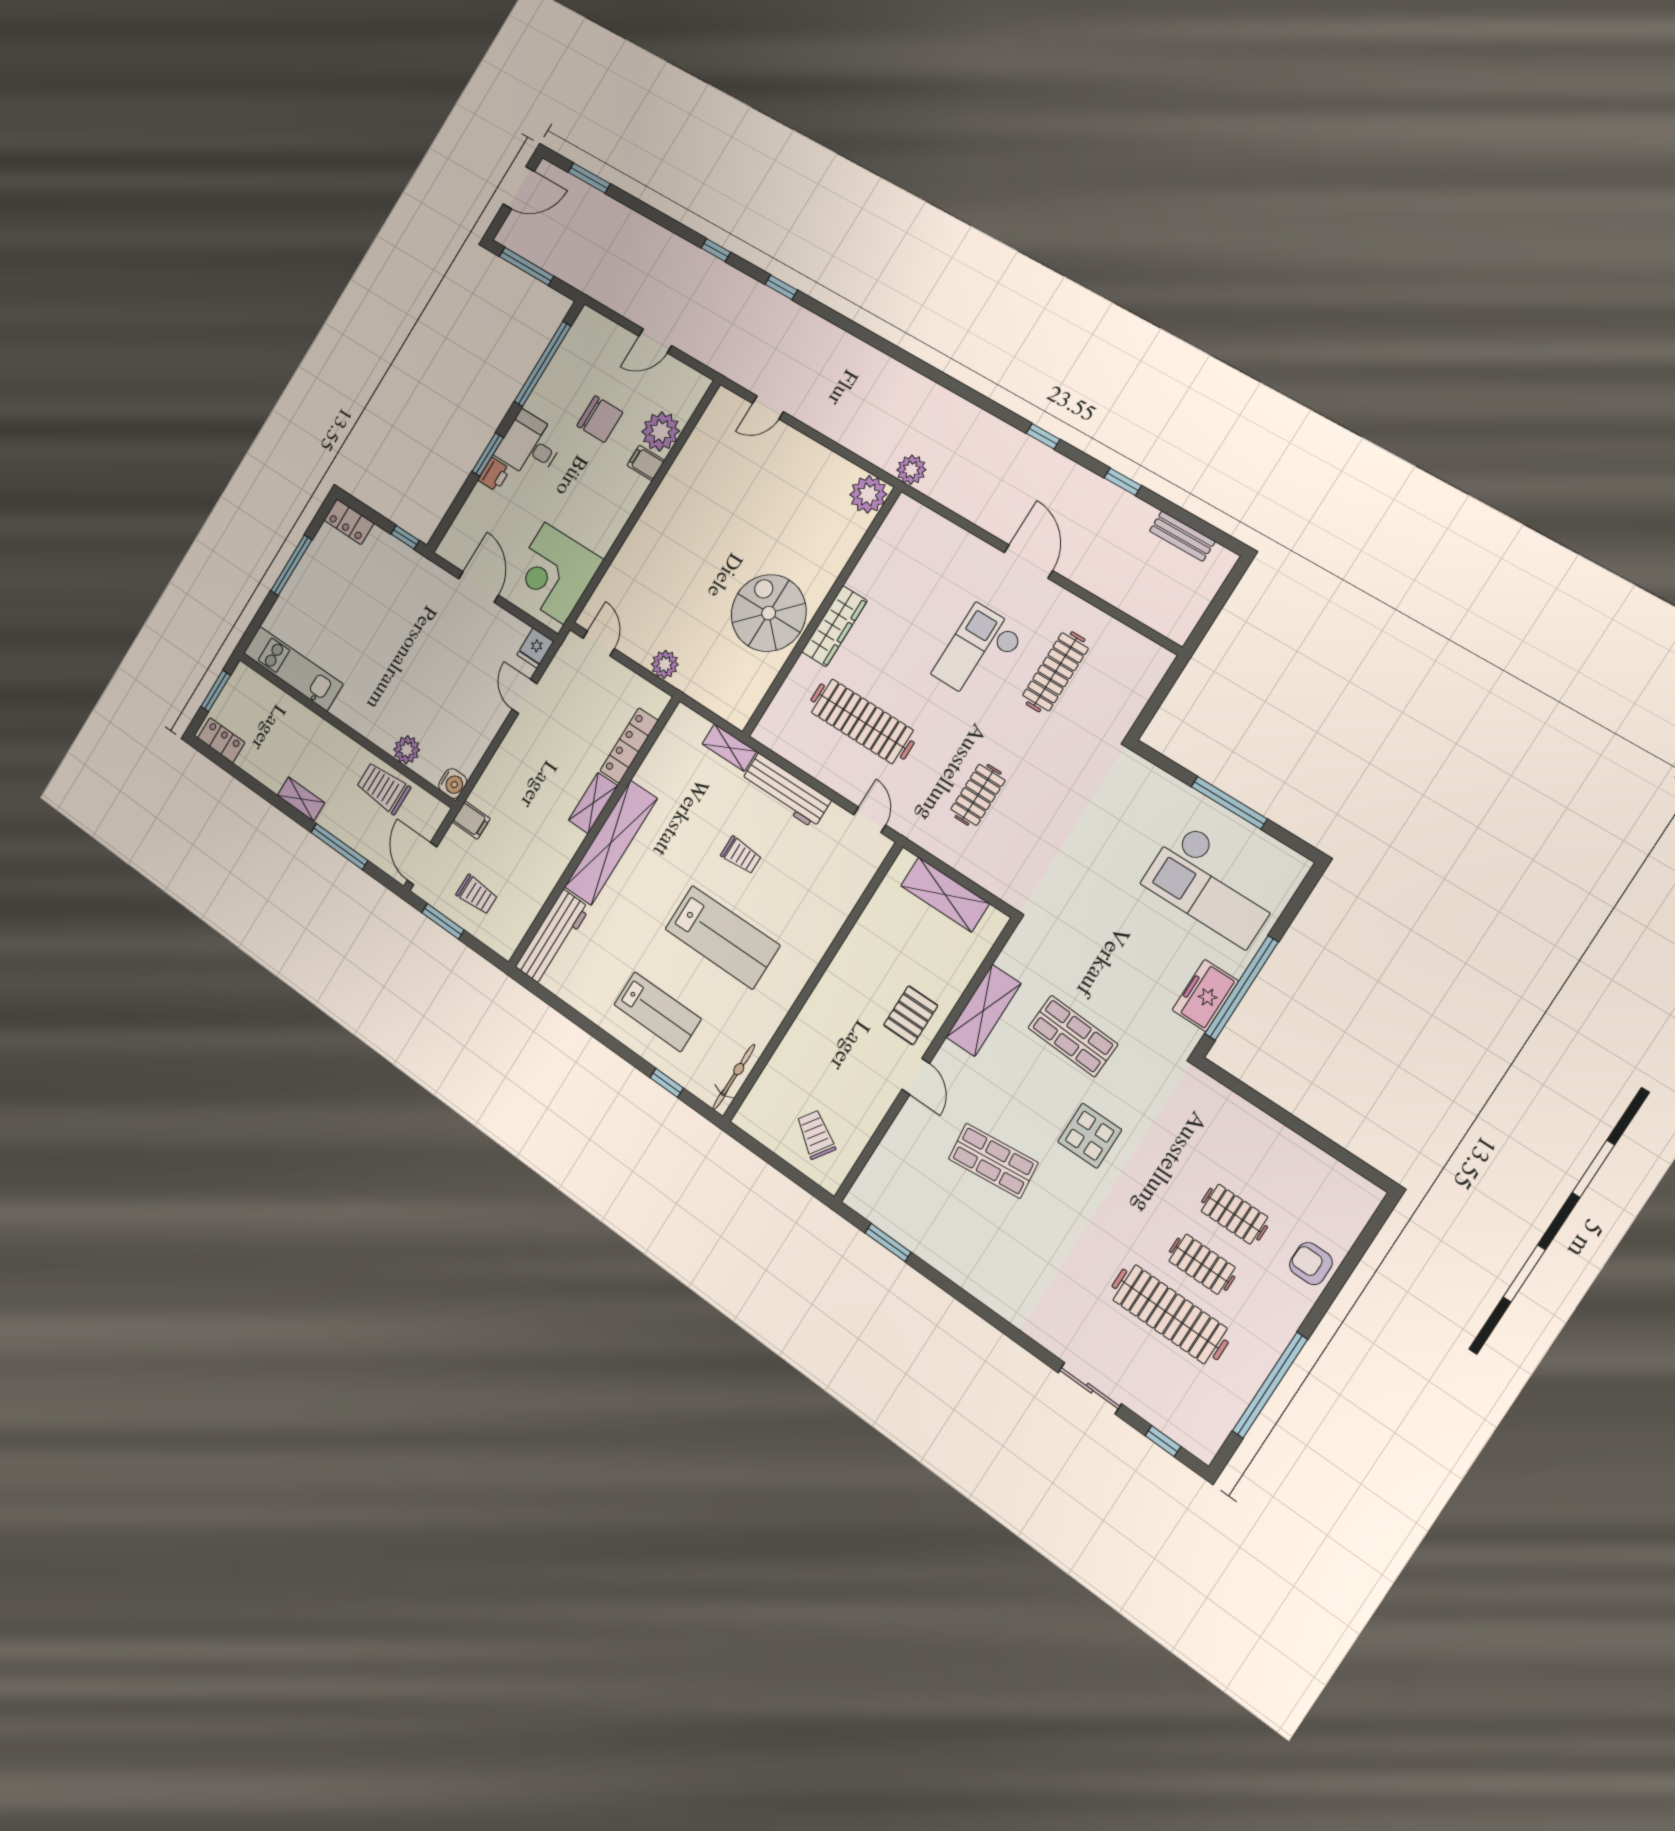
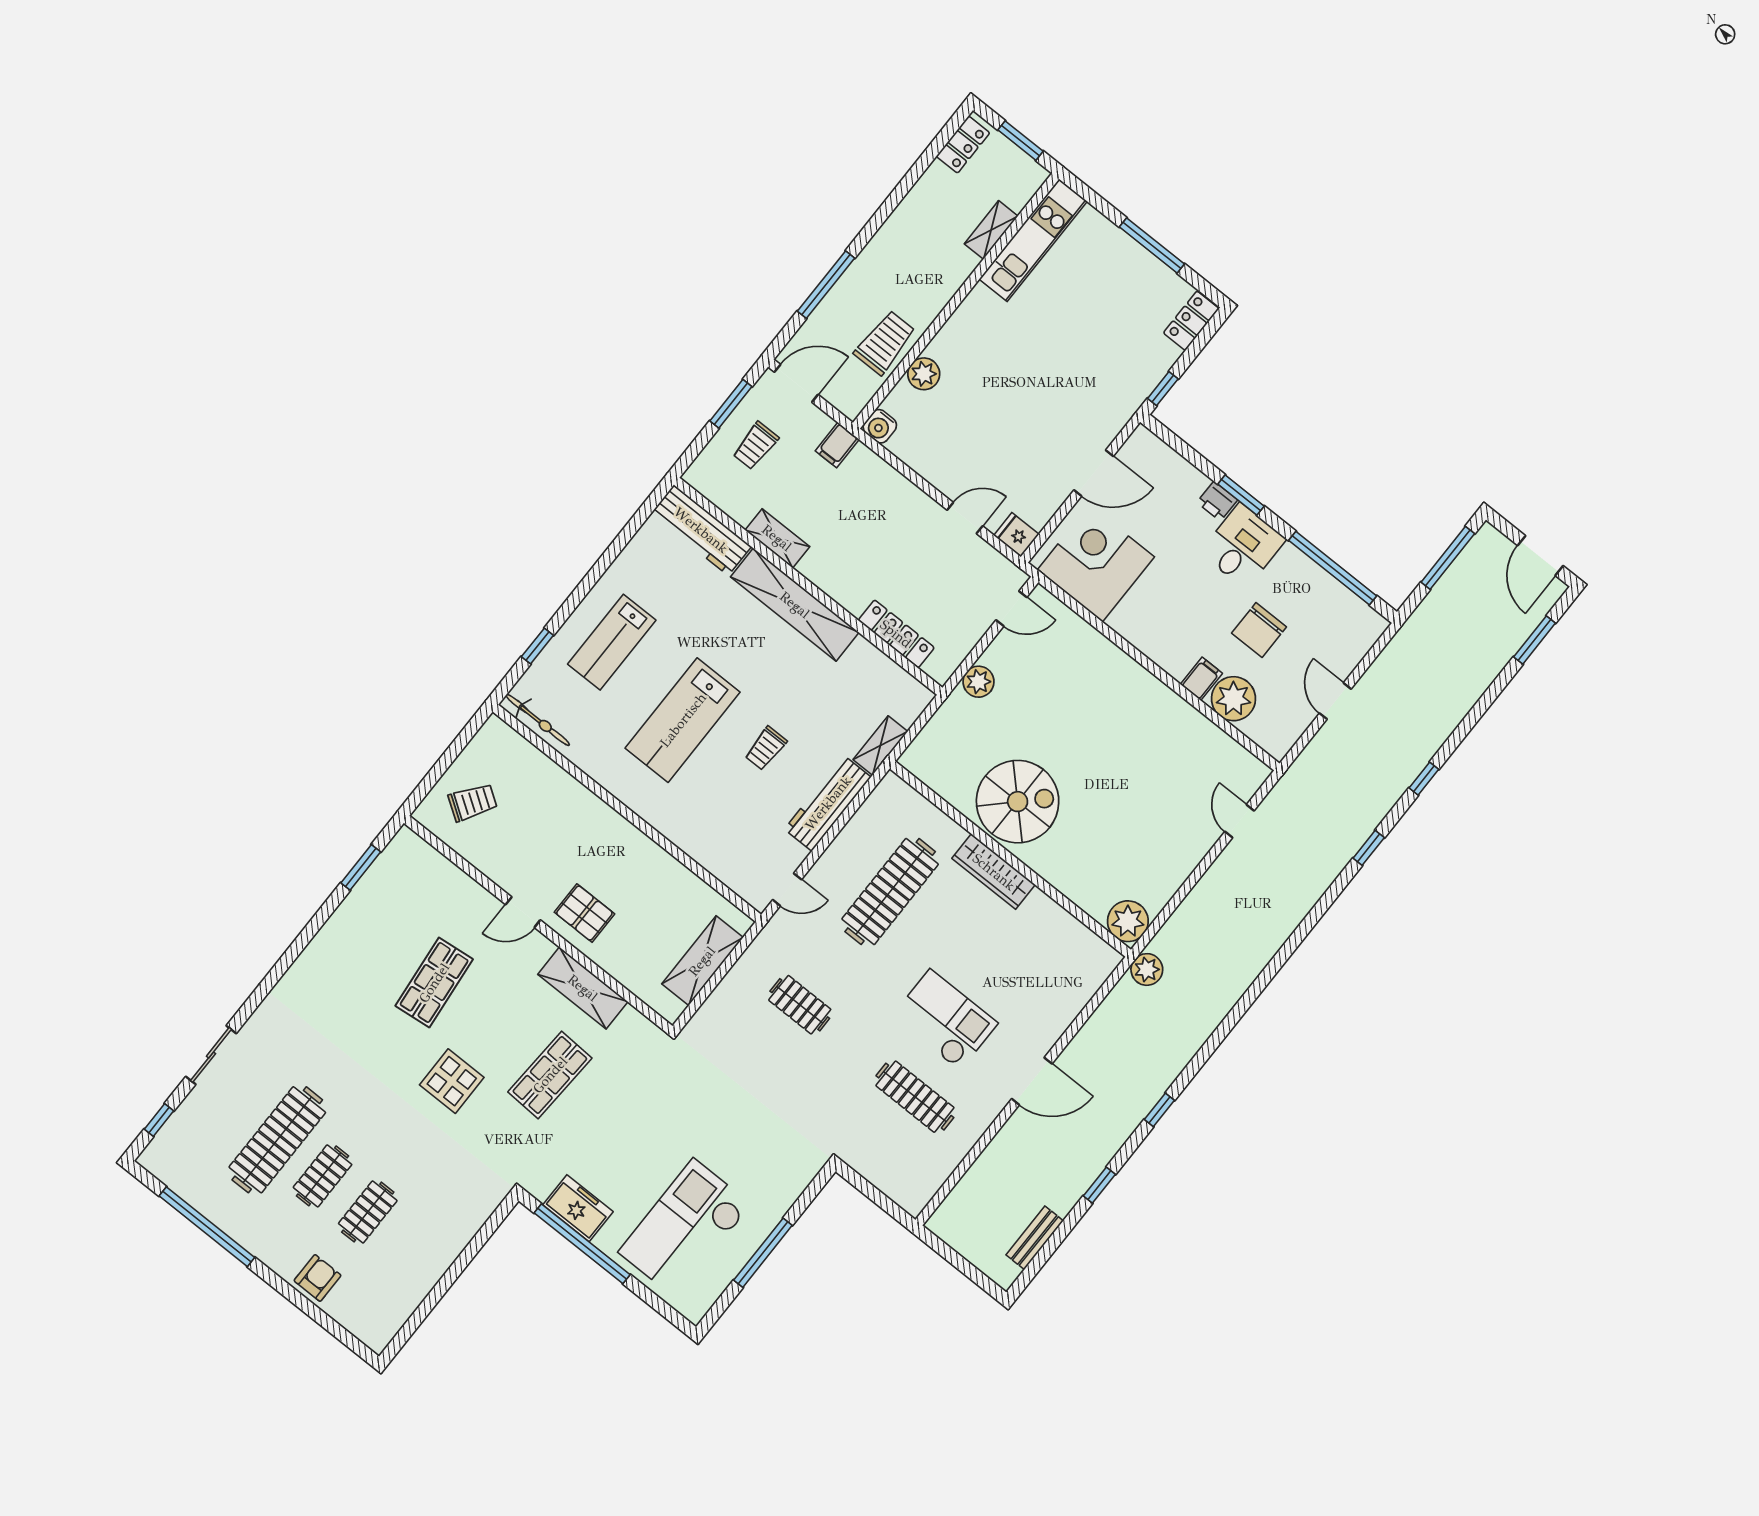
shelving: (301, 799) -> (991, 230), moved
shelving: (593, 803) -> (777, 538), moved

